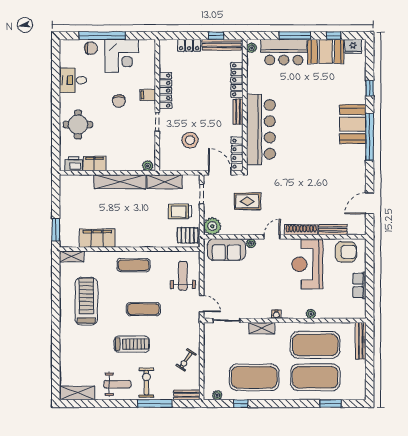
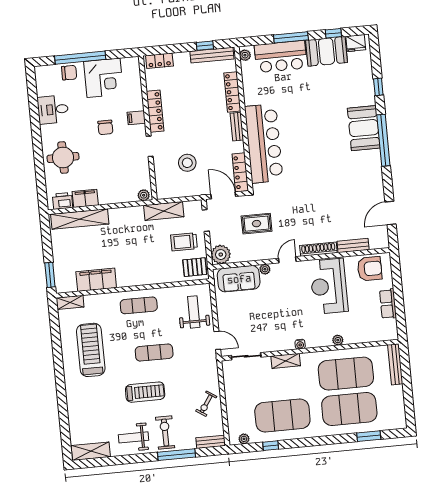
locker: (189, 45) -> (159, 61), moved
shelving: (120, 182) -> (80, 219), moved
weight bench: (117, 384) -> (133, 437), turned 180

